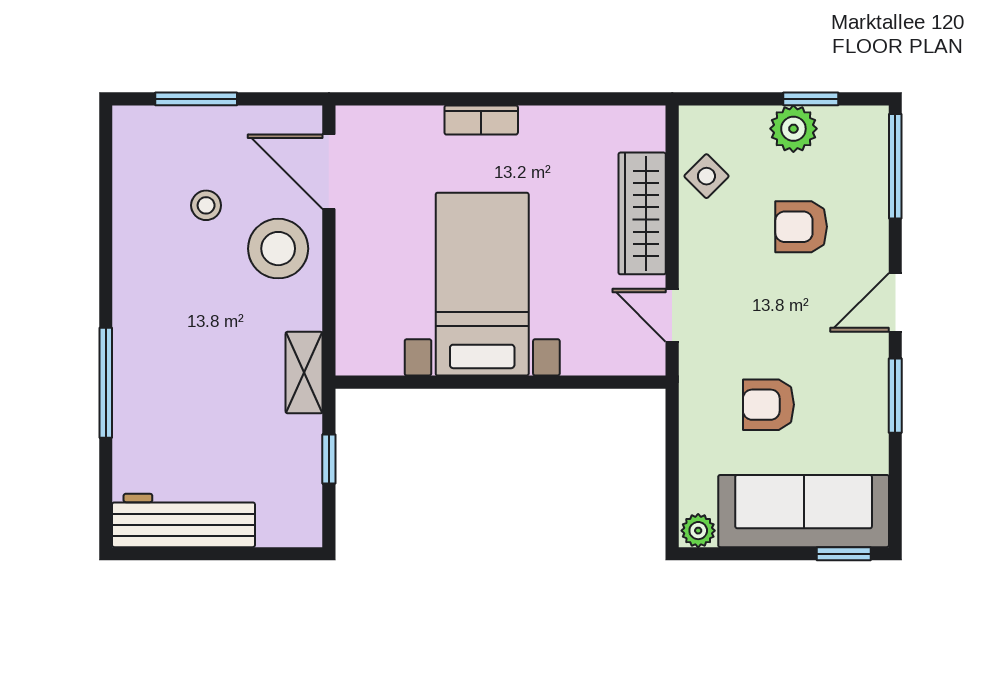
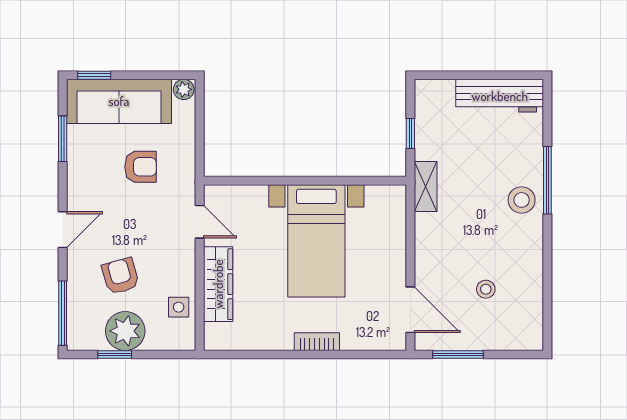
window: (196, 99) -> (458, 355), moved
plant: (793, 129) -> (125, 331), width x1.36, depth x1.36
side table: (706, 176) -> (179, 307), turned 45
armchair: (801, 227) -> (120, 276), turned -106
stool: (278, 249) -> (522, 200), moved, width x0.73, depth x0.73
window: (895, 396) -> (63, 139), moved

